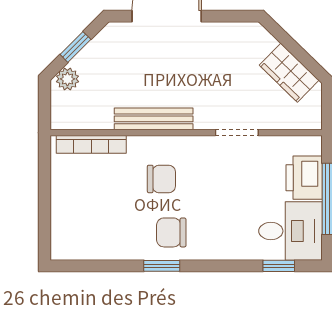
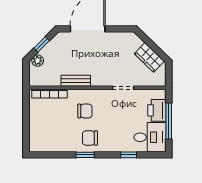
bench: (154, 119) -> (76, 81), width x0.73
window: (279, 266) -> (129, 155), moved

